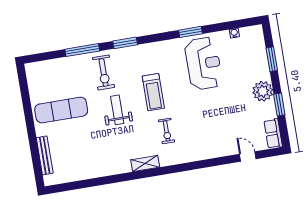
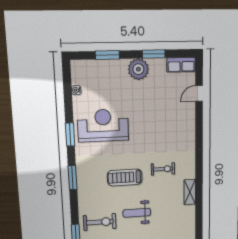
window: (125, 43) -> (73, 178), moved
treadmill: (153, 92) -> (125, 177), turned 180

